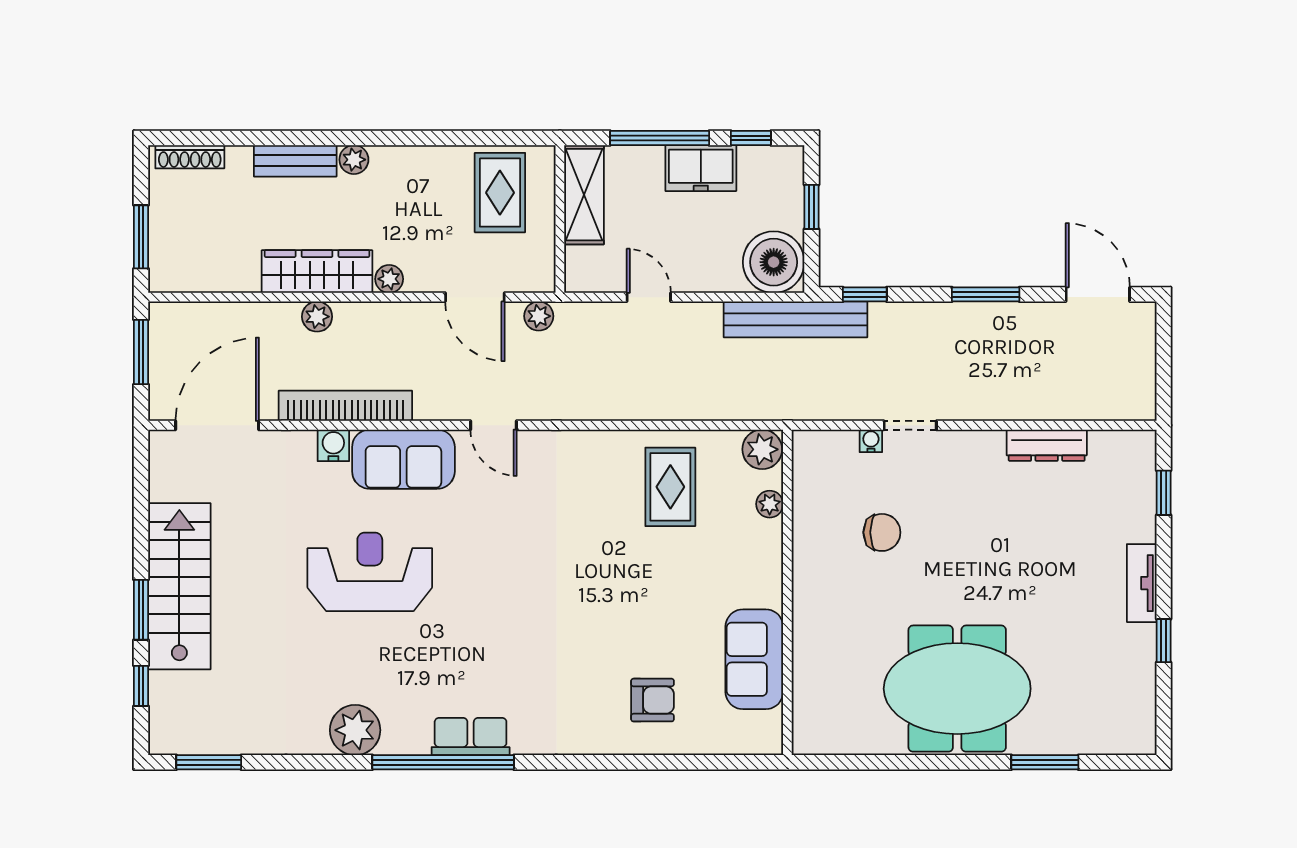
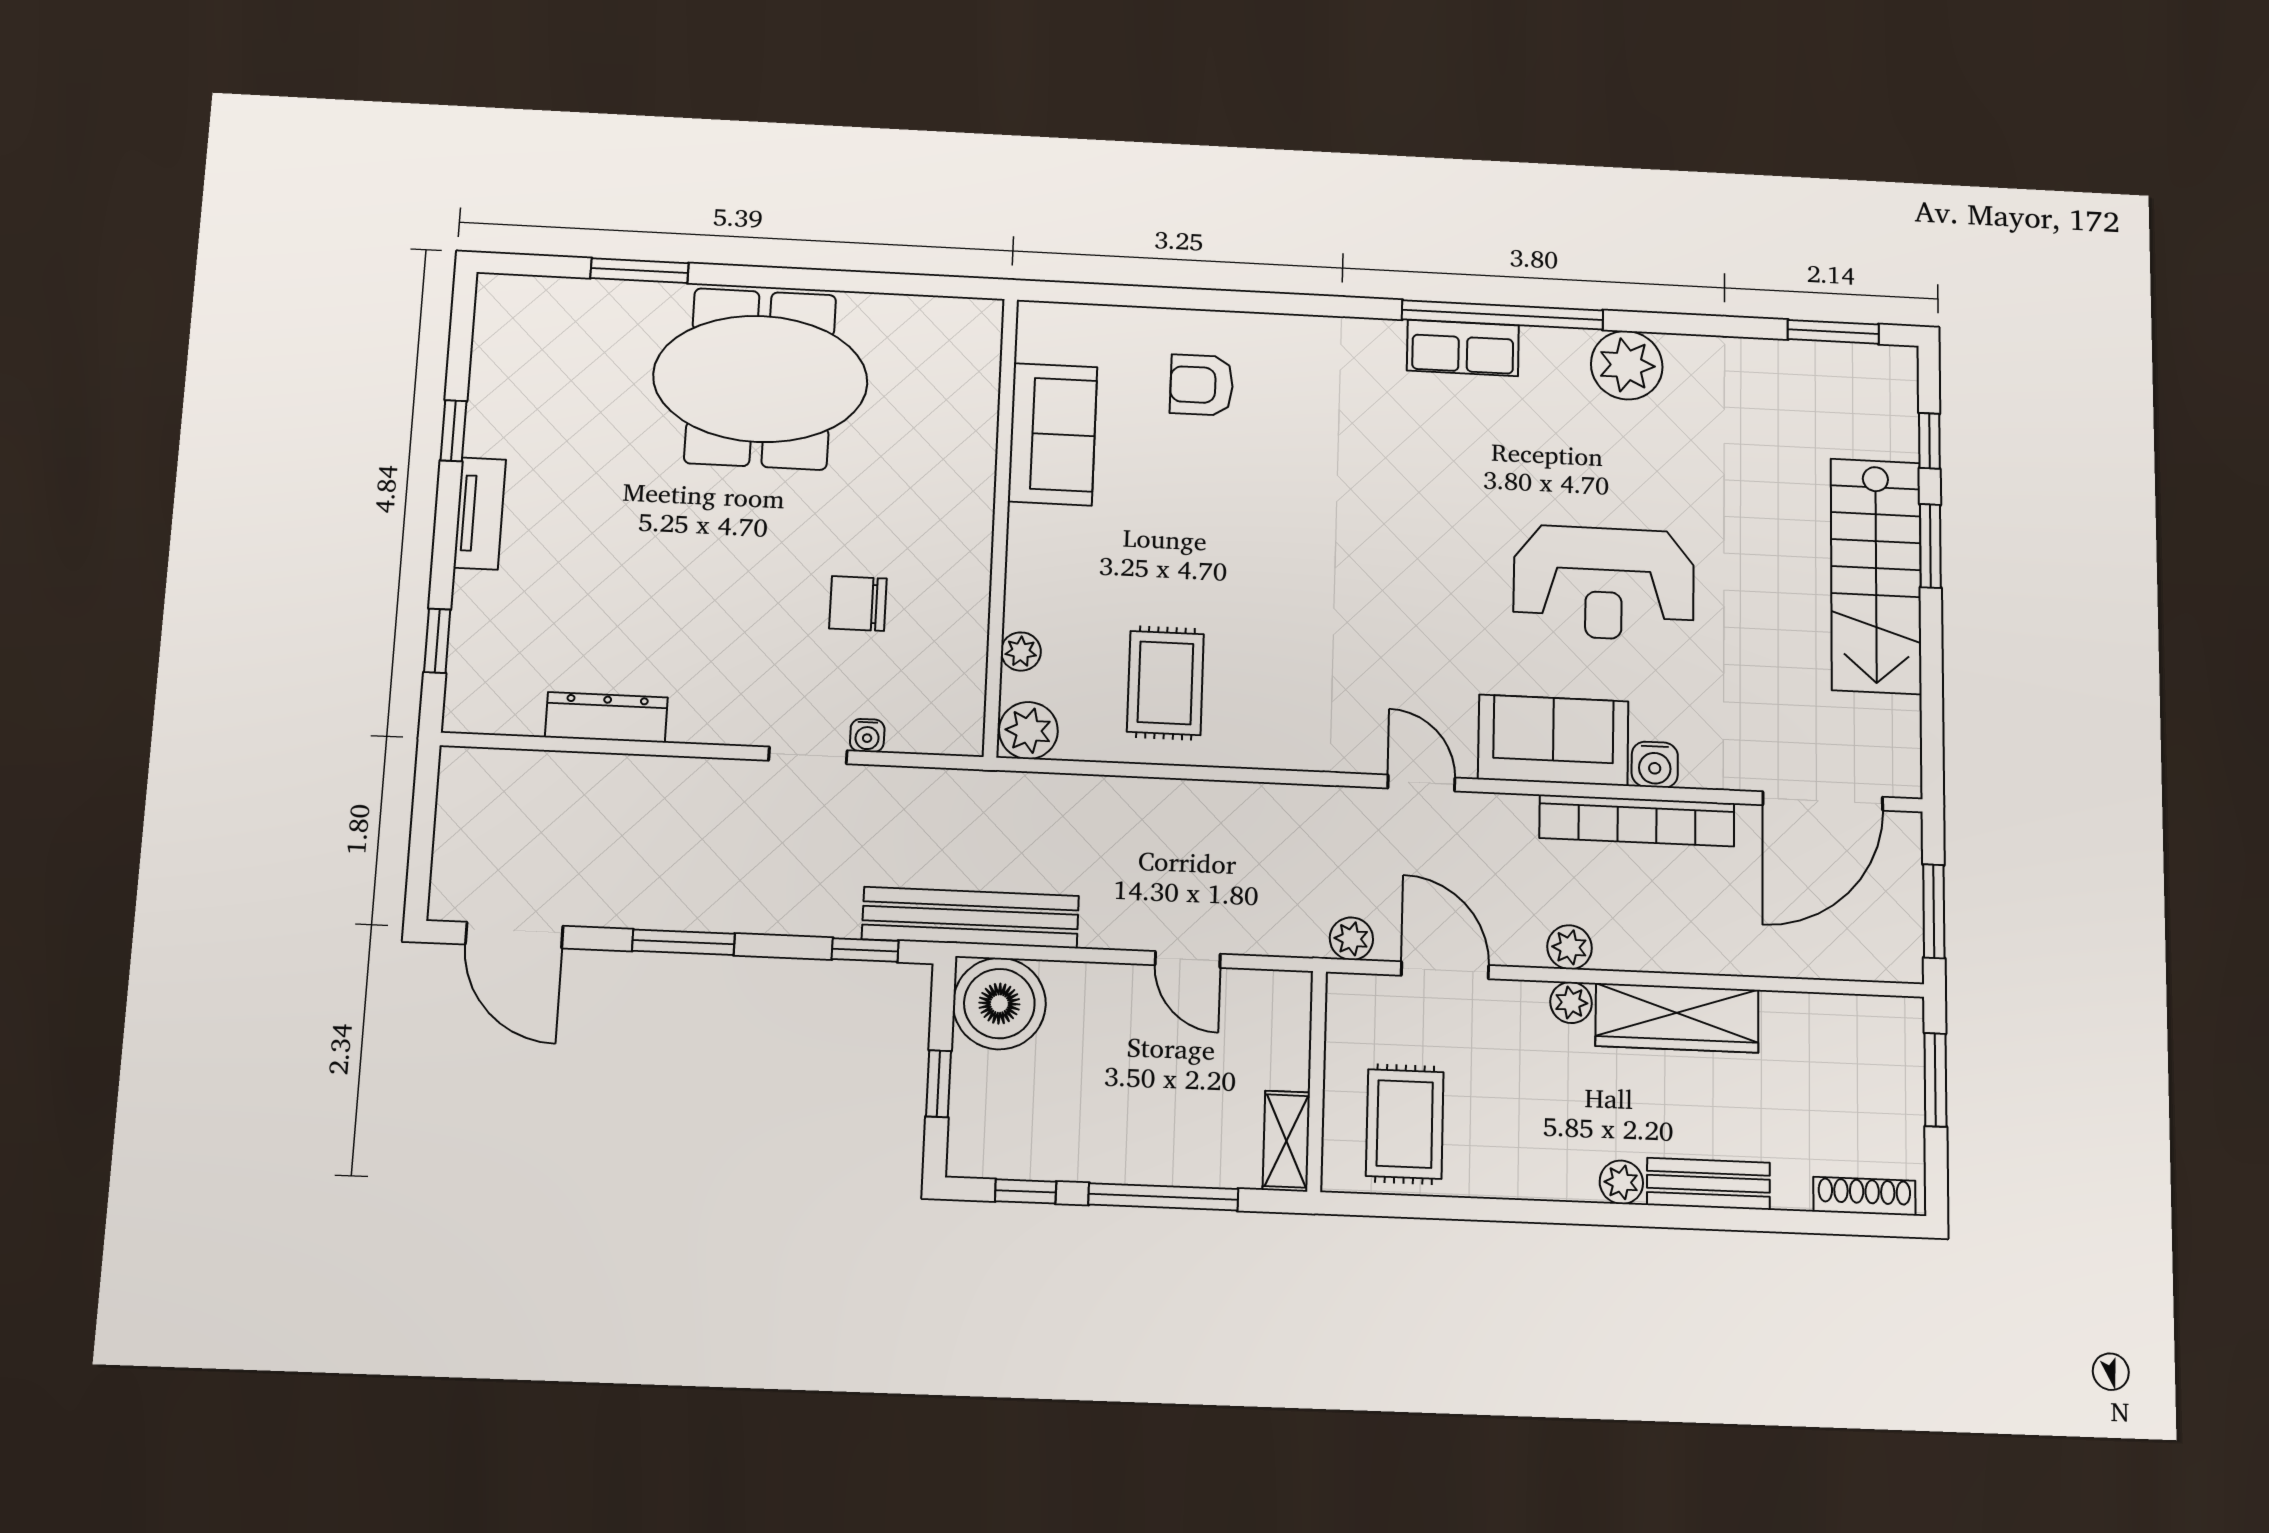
freezer: (701, 168) -> (1103, 1149), removed
shelving: (584, 195) -> (1286, 1141), width x0.67, depth x0.75
plant: (317, 317) -> (1570, 947), moved

